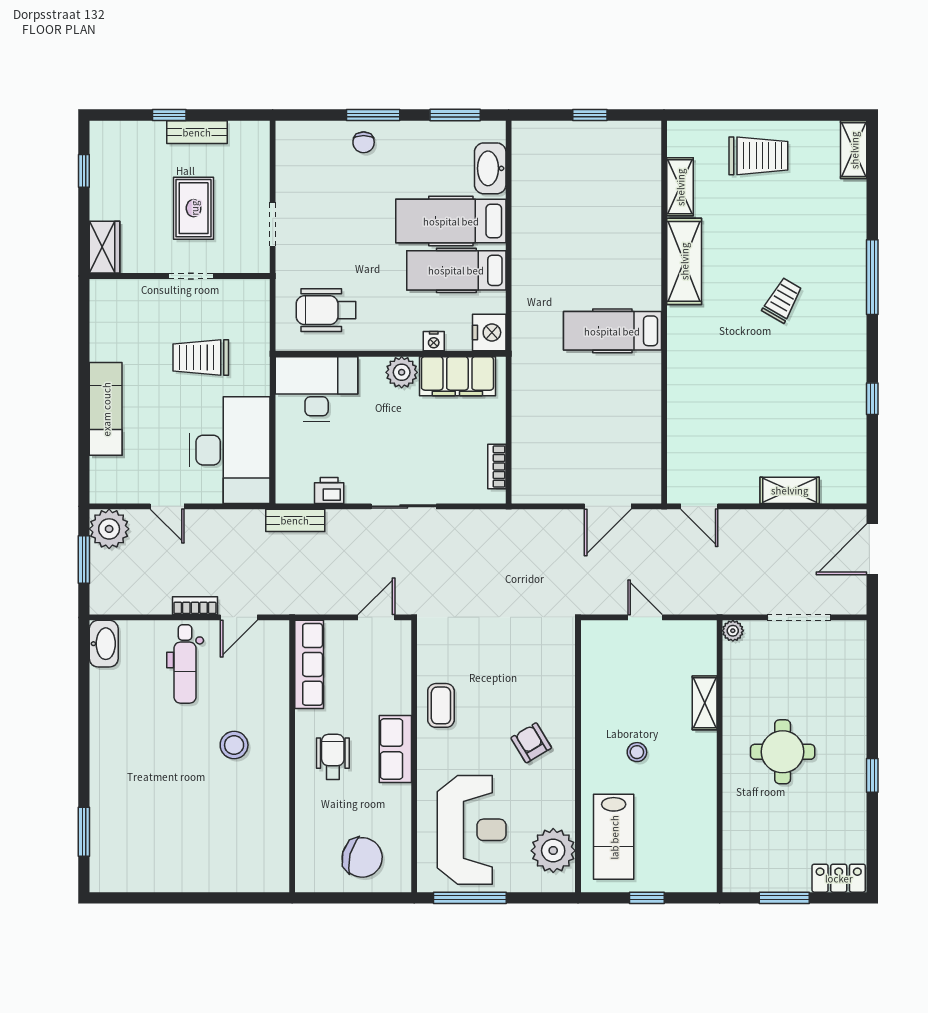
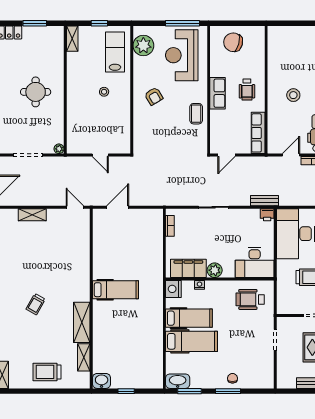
washbasin: (642, 137) -> (102, 381), added
washbasin: (490, 168) -> (178, 381), moved, turned -90
wheelchair: (326, 310) -> (250, 299), turned 180
printer: (329, 491) -> (267, 215), moved
shelving: (705, 703) -> (72, 39), moved

